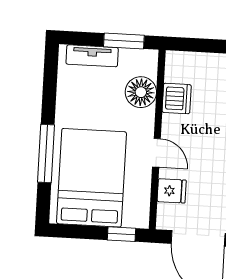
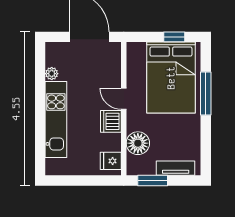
dishwasher: (177, 99) -> (111, 121), moved
fridge: (172, 191) -> (111, 161), moved
window: (121, 234) -> (174, 37), moved

